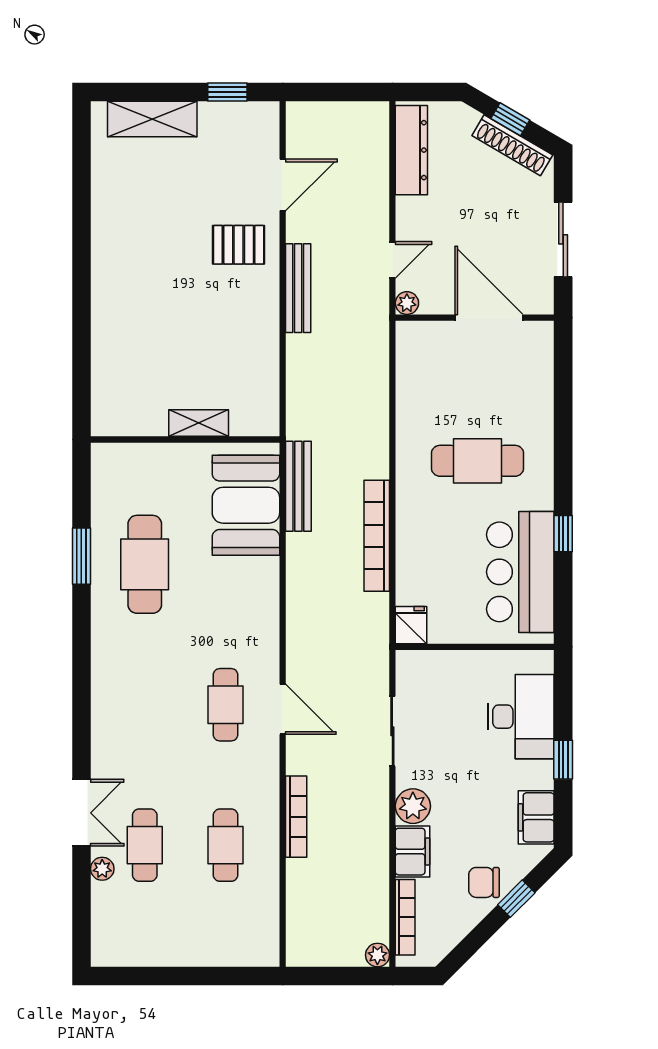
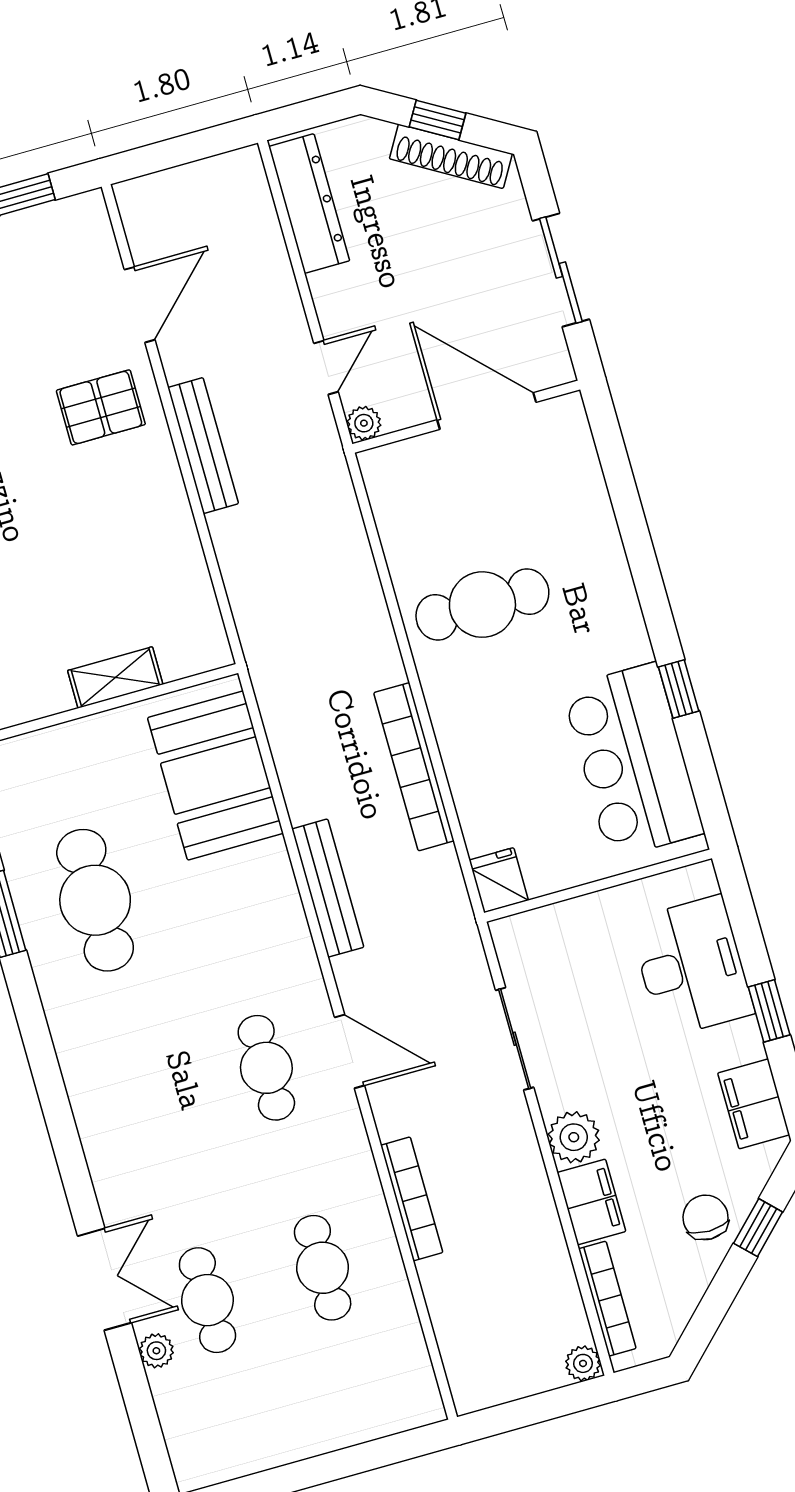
cafe table: (477, 461) -> (482, 605), moved
bench: (298, 486) -> (328, 888), moved
chair: (484, 882) -> (706, 1217), turned 90

